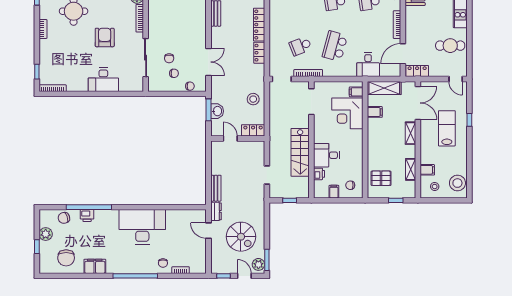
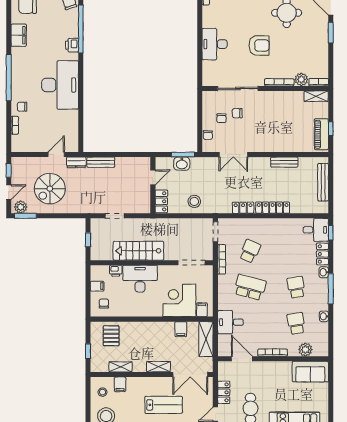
school desk: (300, 46) -> (250, 251), turned 45
locker: (417, 71) -> (224, 392), moved
desk: (327, 155) -> (140, 279), width x1.37
printer: (87, 216) -> (72, 45), moved

